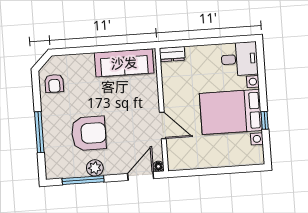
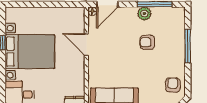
armchair: (89, 133) -> (147, 42), width x0.53, depth x0.53

